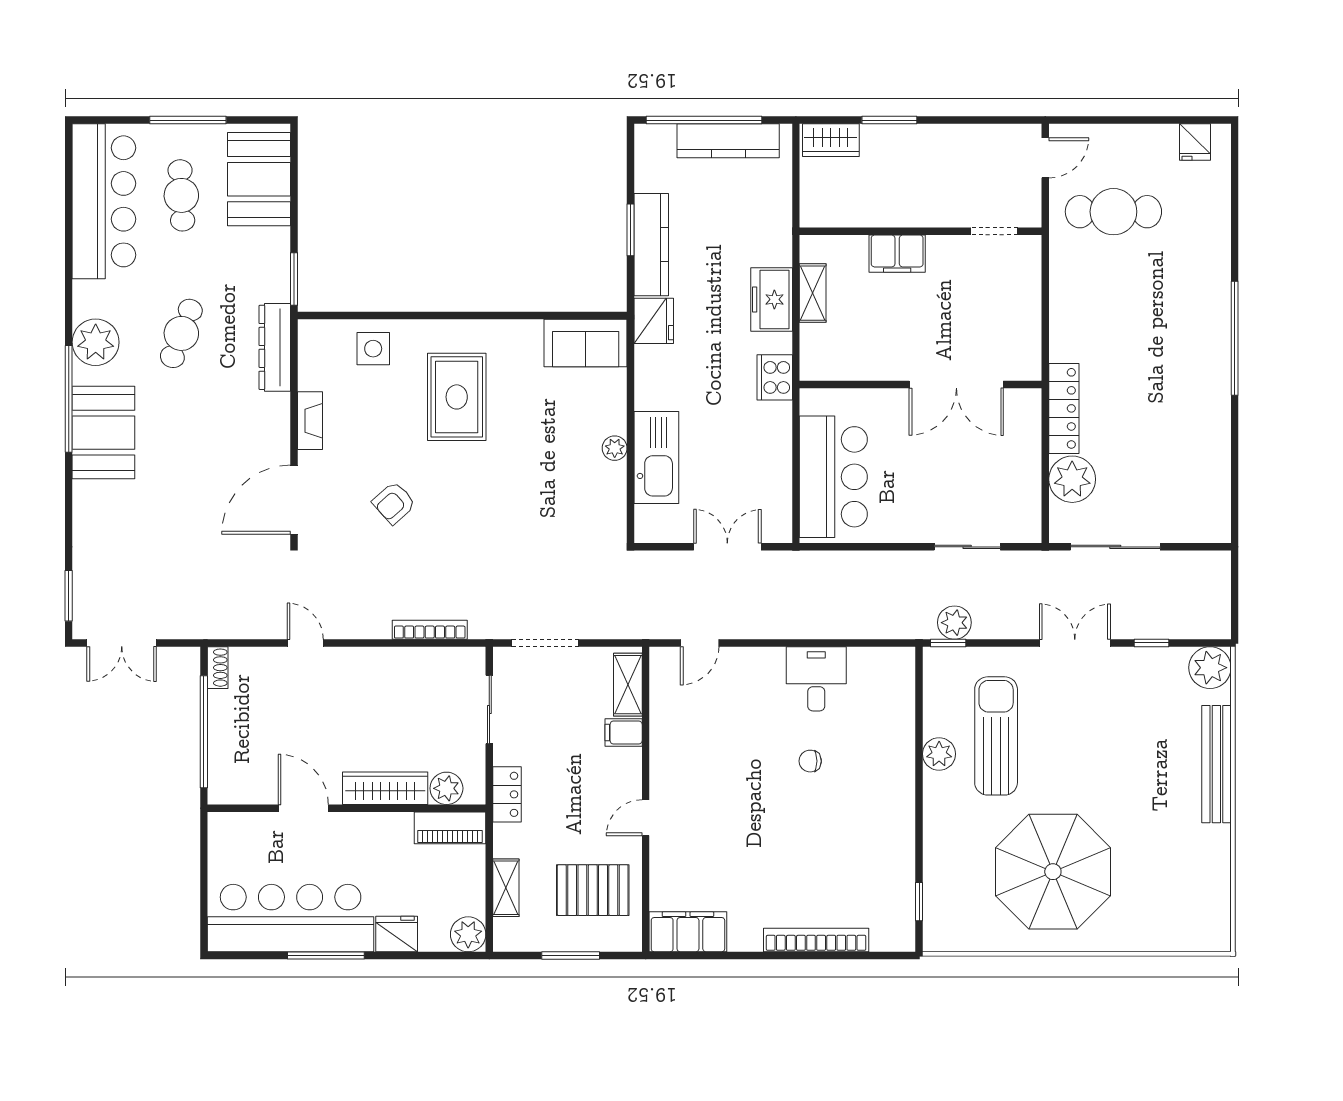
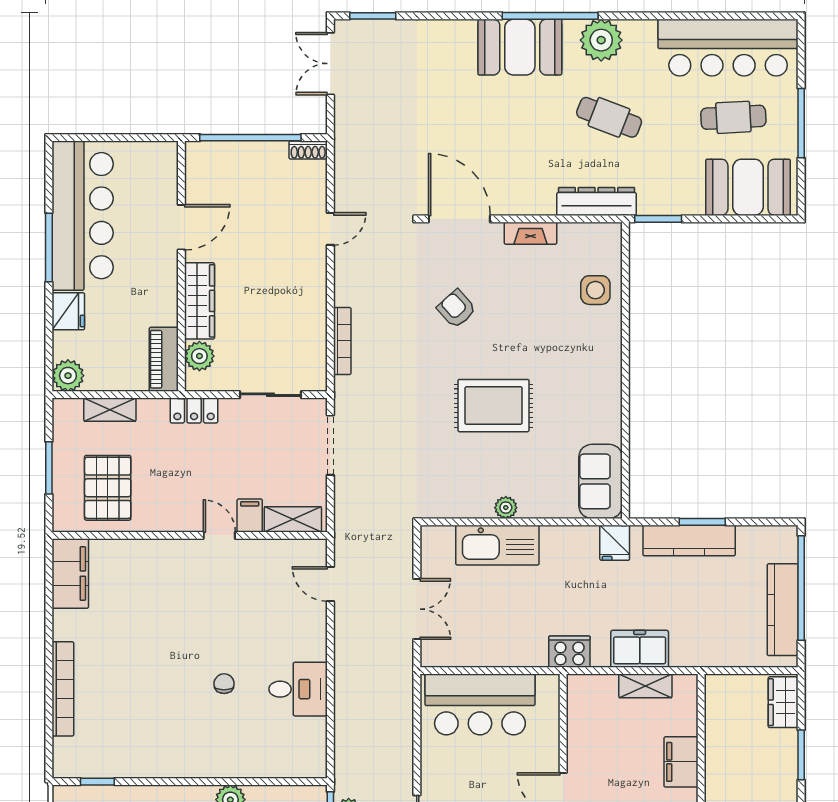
fridge: (654, 321) -> (615, 543), width x0.72
rug: (457, 397) -> (494, 406), moved
door: (646, 818) -> (219, 535), moved

